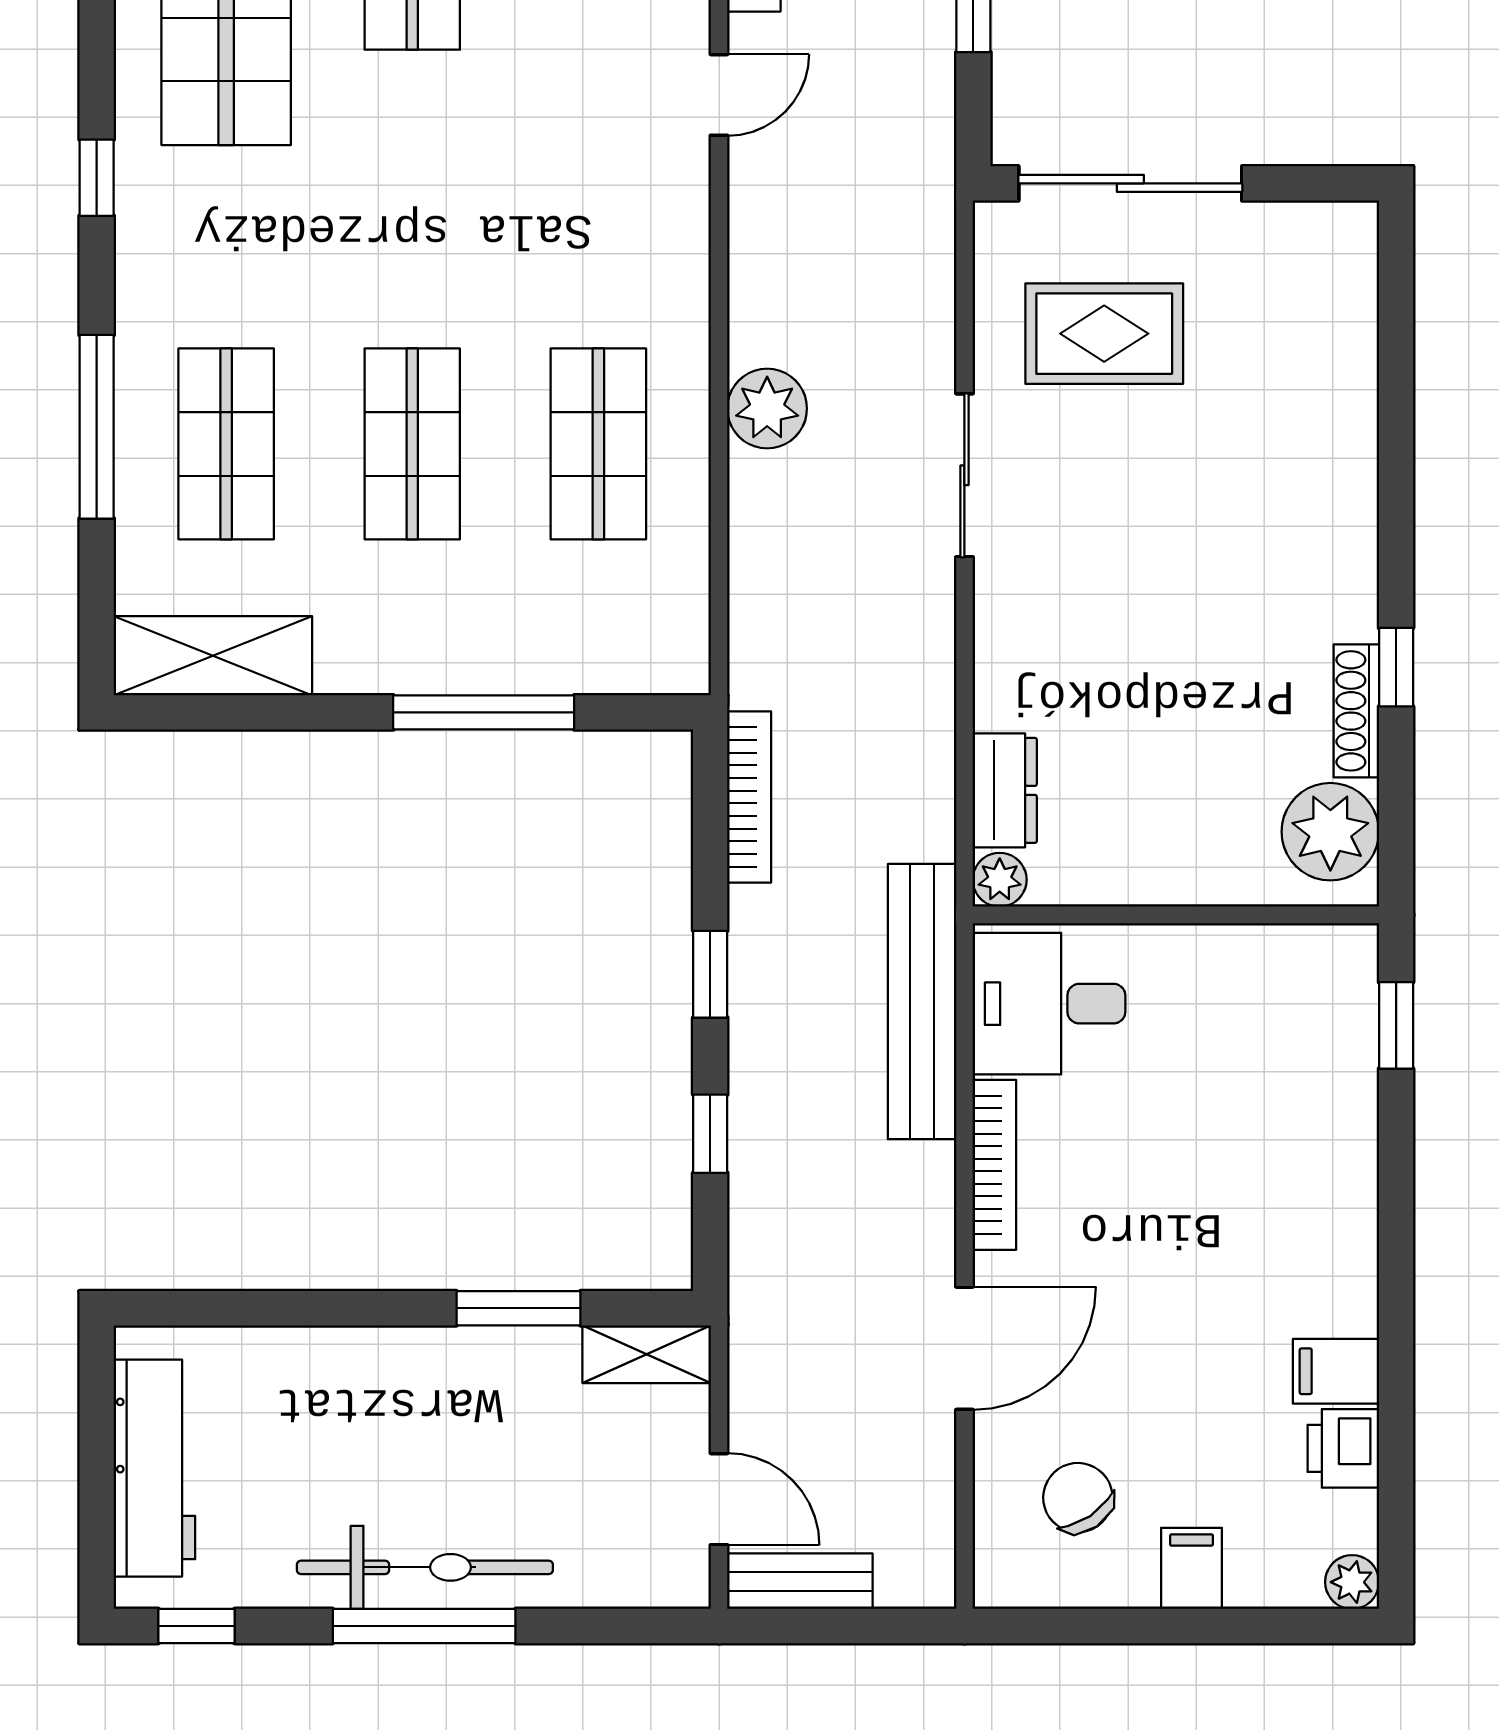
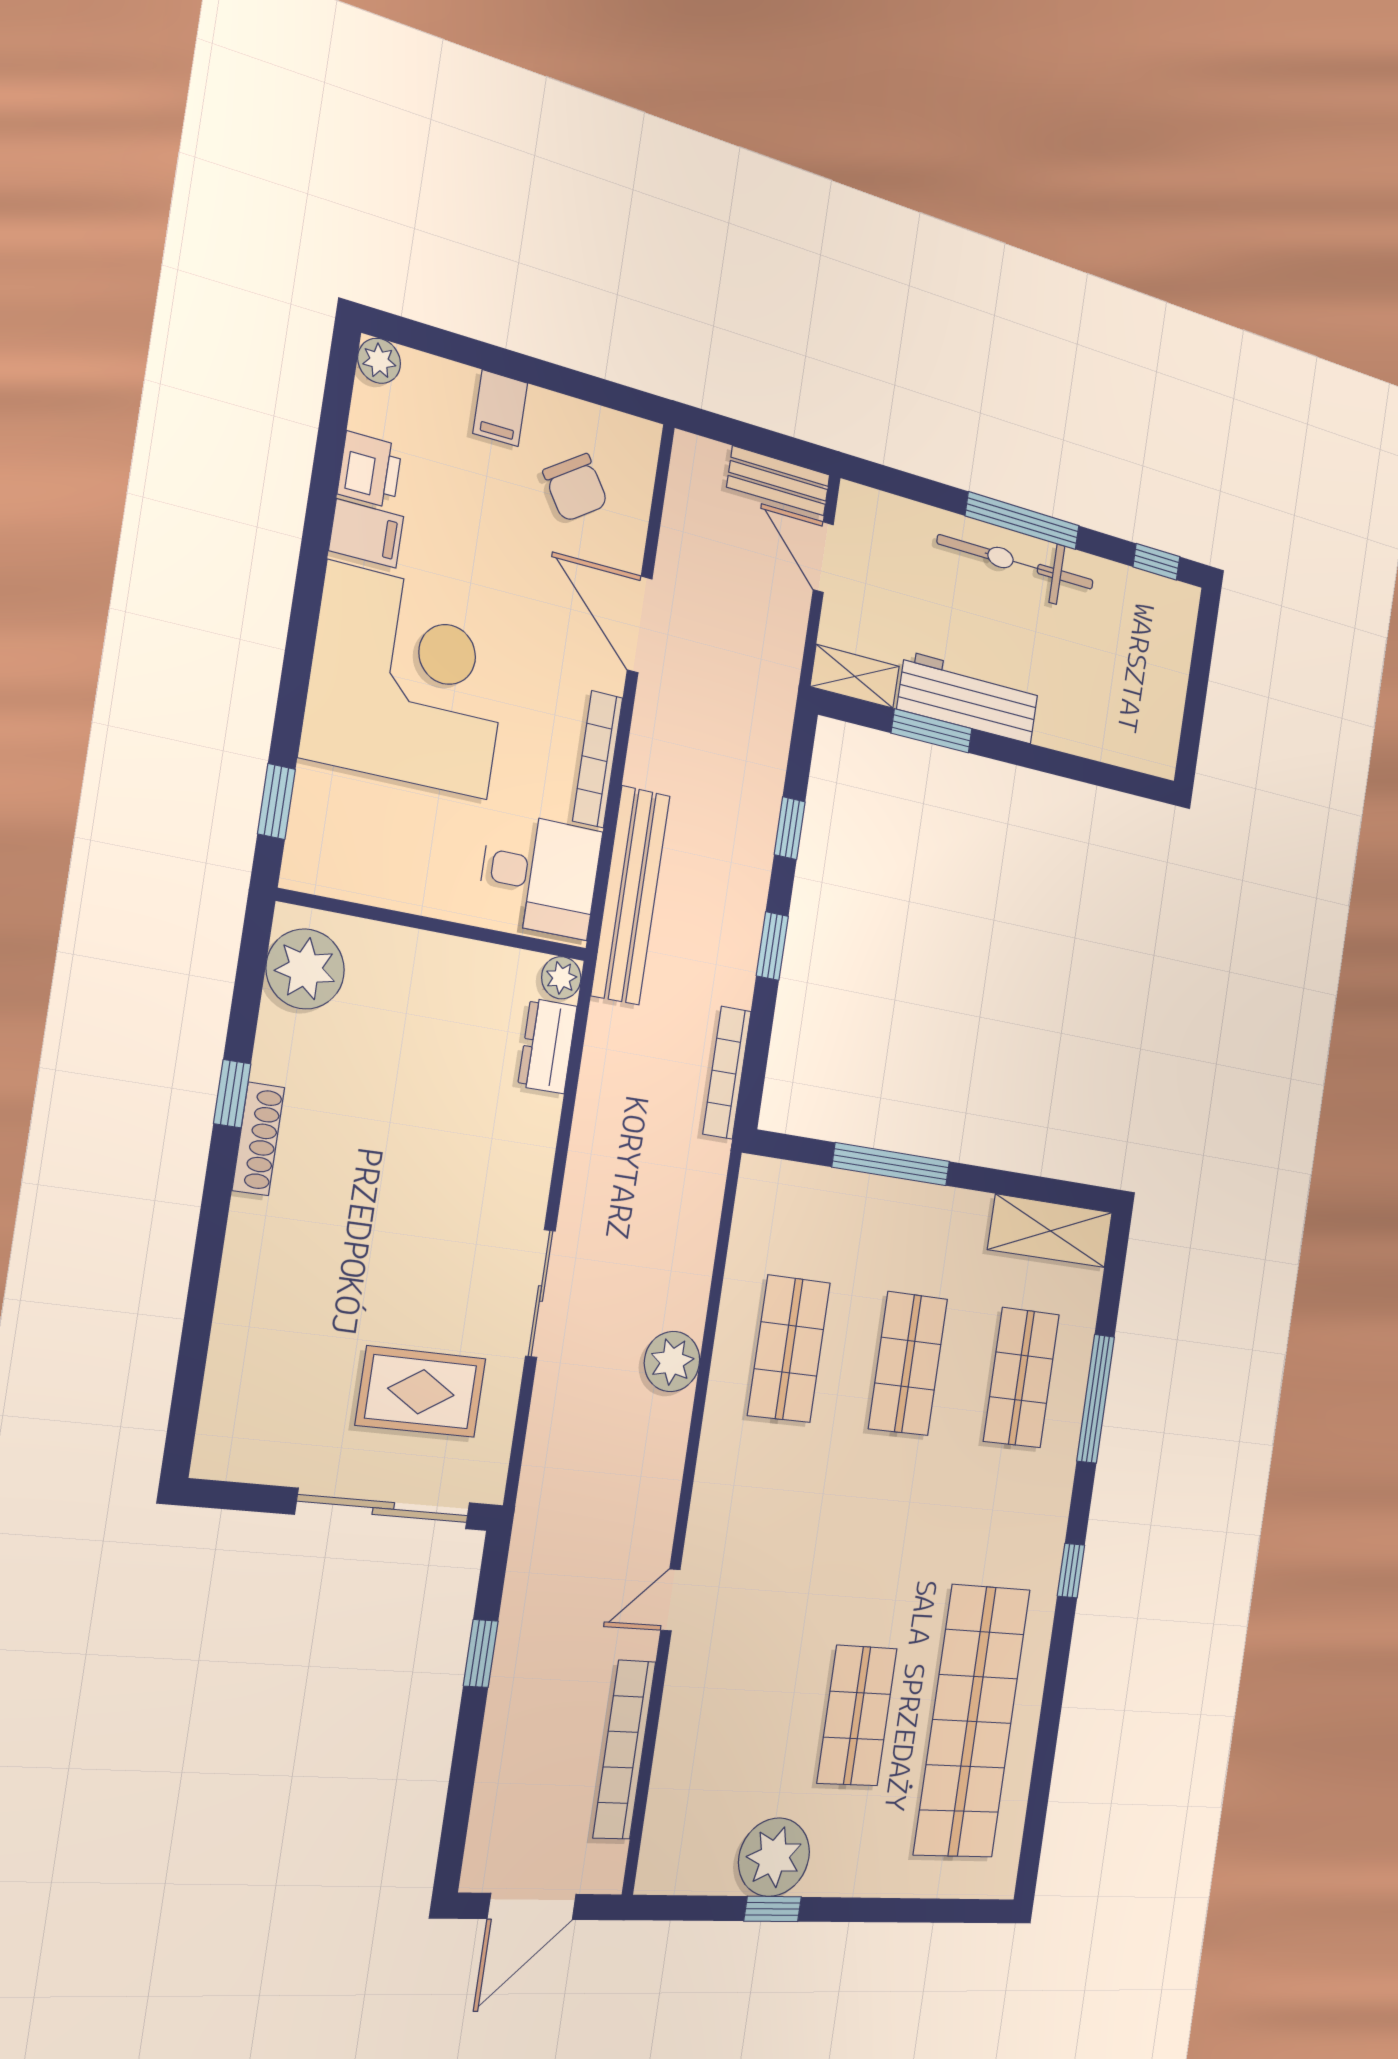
shoe rack: (1356, 711) -> (258, 1139), moved
corner desk: (1256, 1206) -> (408, 681), added
door: (964, 1348) -> (640, 624), hinge flipped
workbench: (154, 1468) -> (969, 698), moved, turned 90

